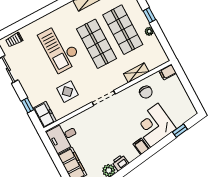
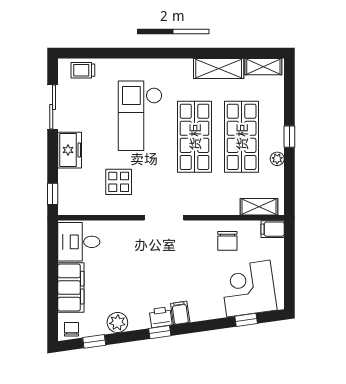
shelving: (136, 73) -> (259, 207), moved
window: (27, 105) -> (53, 194), moved
freezer: (45, 115) -> (70, 150), moved
corner desk: (154, 125) -> (248, 289), moved
printer: (120, 163) -> (161, 317), moved
window: (135, 163) -> (160, 332), added

